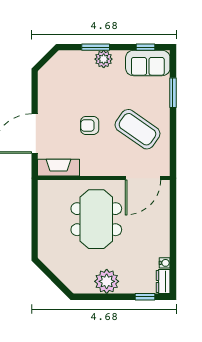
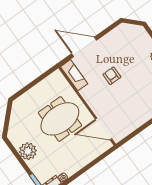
coffee table: (137, 129) -> (130, 105), removed

